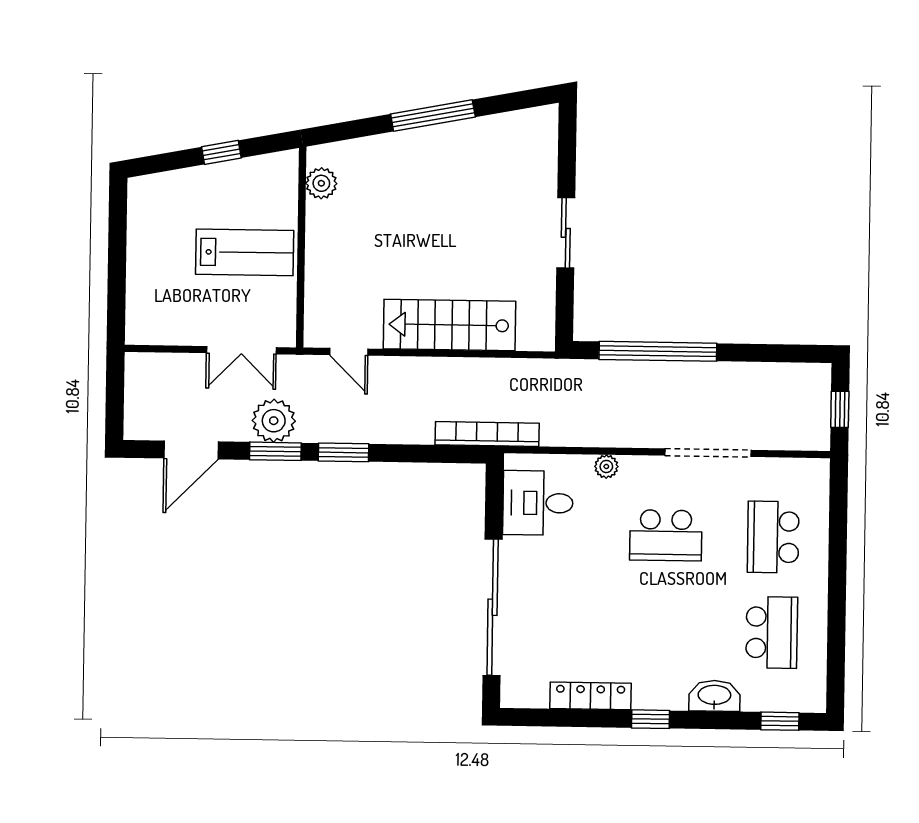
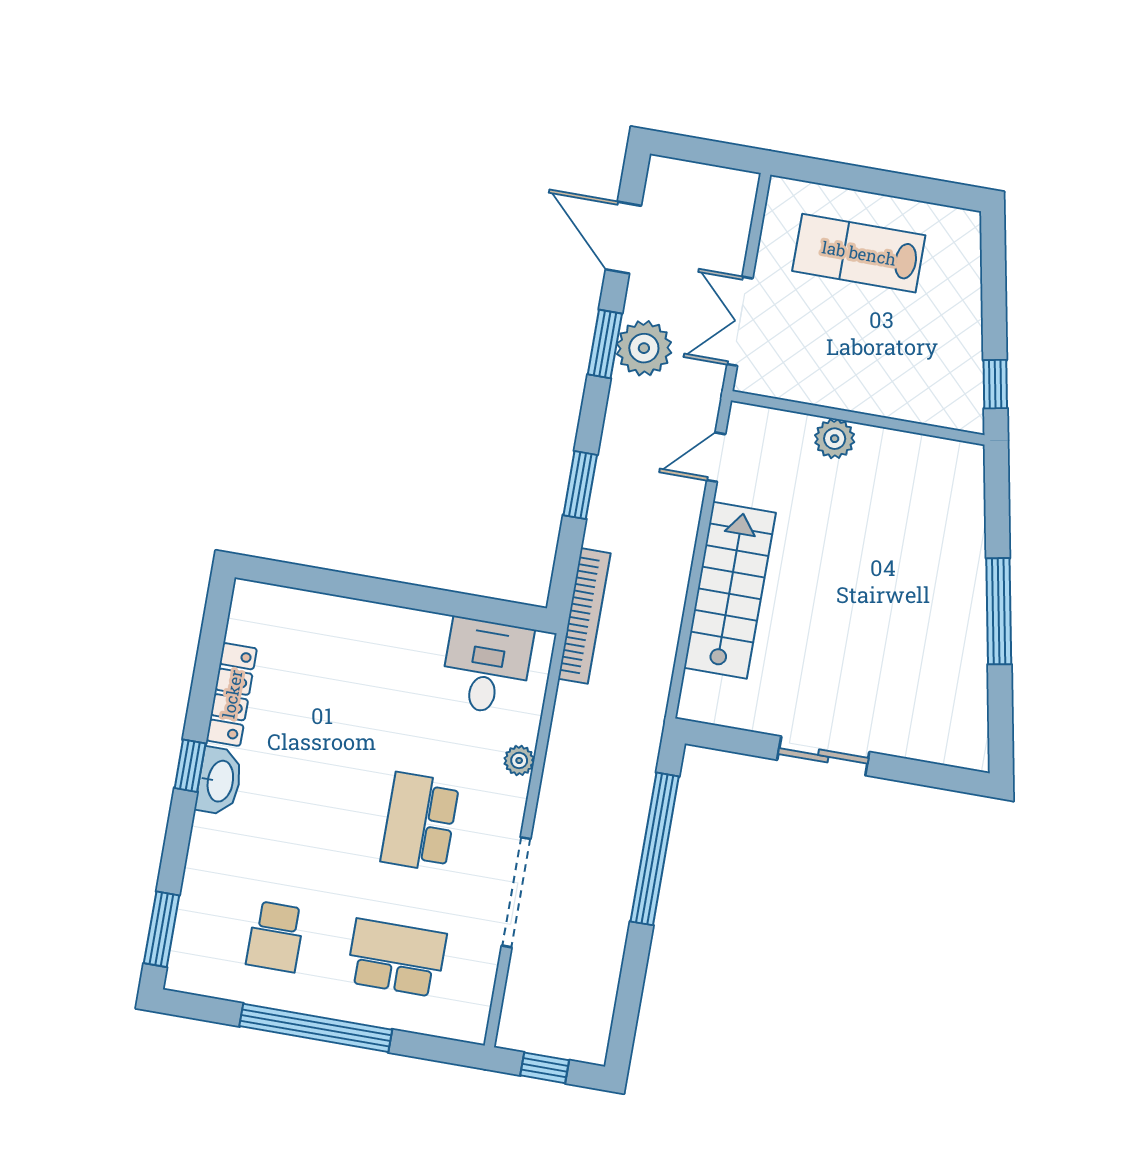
window: (221, 152) -> (995, 384), moved
plant: (321, 183) -> (835, 439), moved
lab bench: (245, 252) -> (859, 253), moved, turned 90
window: (343, 452) -> (580, 485), moved
window: (837, 590) -> (316, 1028), added
sliding door: (493, 607) -> (364, 588), removed
school desk: (772, 632) -> (276, 937), width x0.54
washbasin: (714, 696) -> (219, 781), moved
window: (780, 721) -> (162, 929), width x1.50

